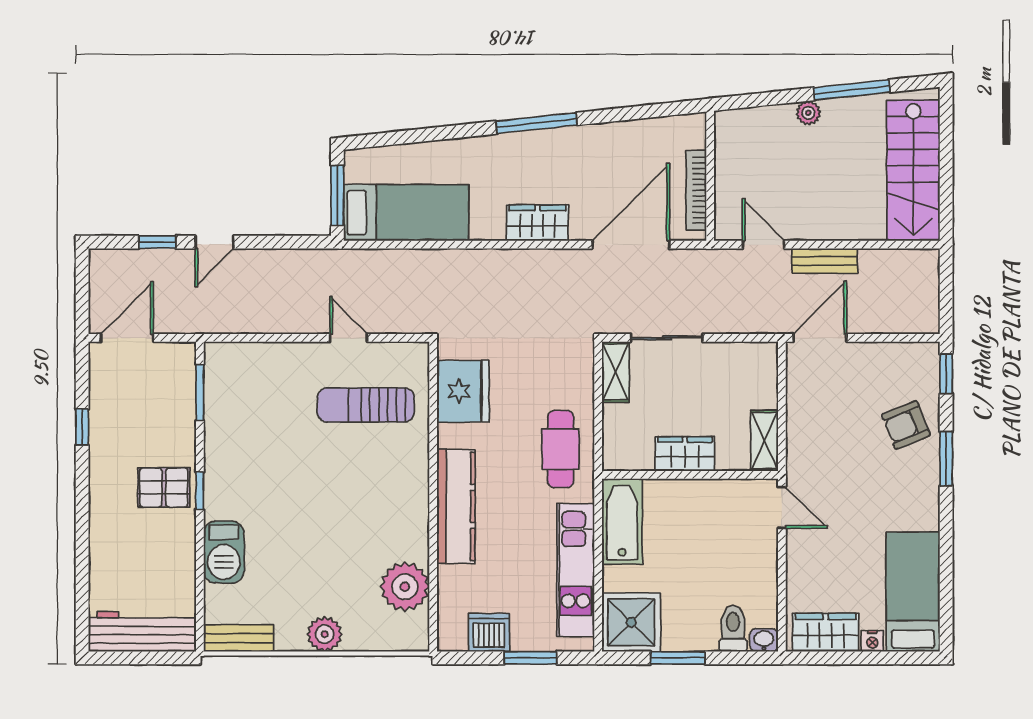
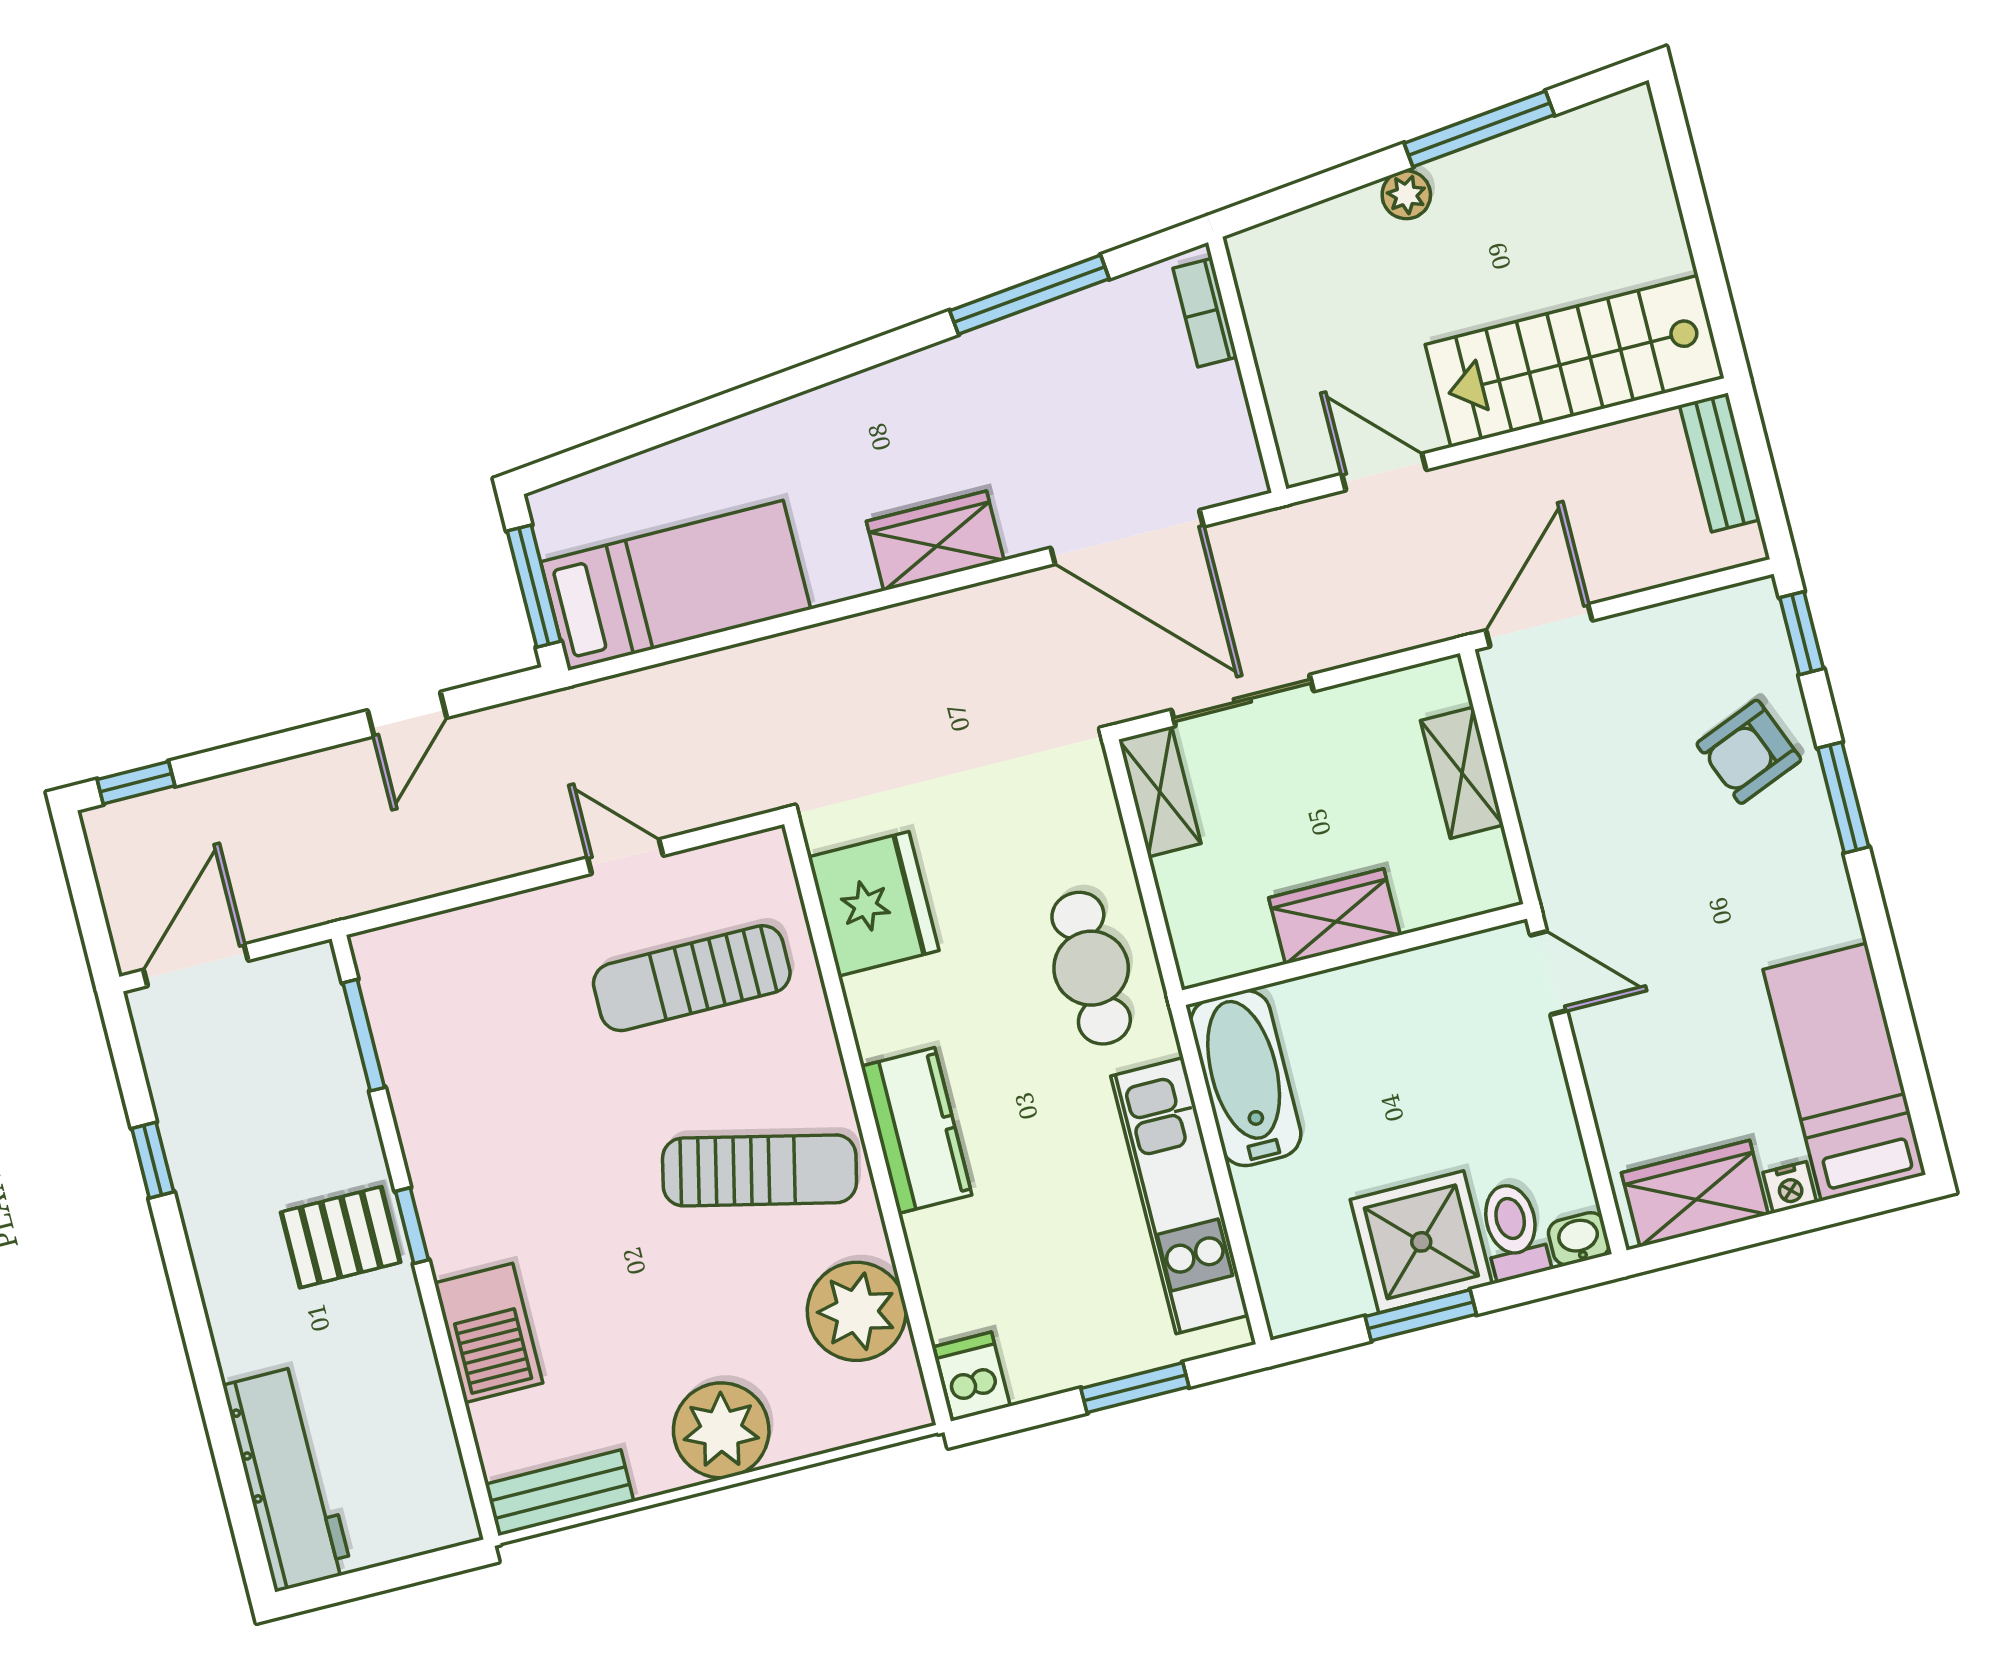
window: (536, 123) -> (1029, 295), moved
stairs: (913, 170) -> (1575, 361), moved, turned 90
bookcase: (696, 190) -> (1205, 313), moved, width x0.64
window: (157, 242) -> (136, 783), moved
door: (214, 242) -> (407, 714), moved
door: (631, 245) -> (1127, 537), swing flipped
bench: (825, 261) -> (1720, 462), moved, turned 90
shelving: (764, 441) -> (1462, 773), moved
sun lounger: (375, 506) -> (760, 1170), added
kitchen counter: (456, 506) -> (916, 1131), width x0.67
shower: (631, 622) -> (1421, 1242), moved
workbench: (142, 632) -> (288, 1479), moved, turned 90
dishwasher: (489, 632) -> (972, 1376), moved, width x0.73
plant: (325, 634) -> (721, 1430), width x1.36, depth x1.36

